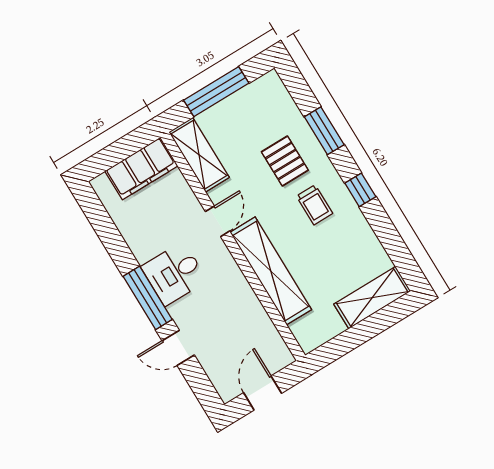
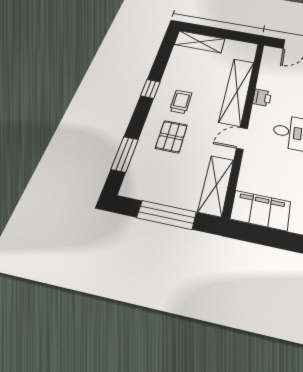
window: (324, 131) -> (125, 154), moved
printer: (238, 287) -> (262, 98), added

